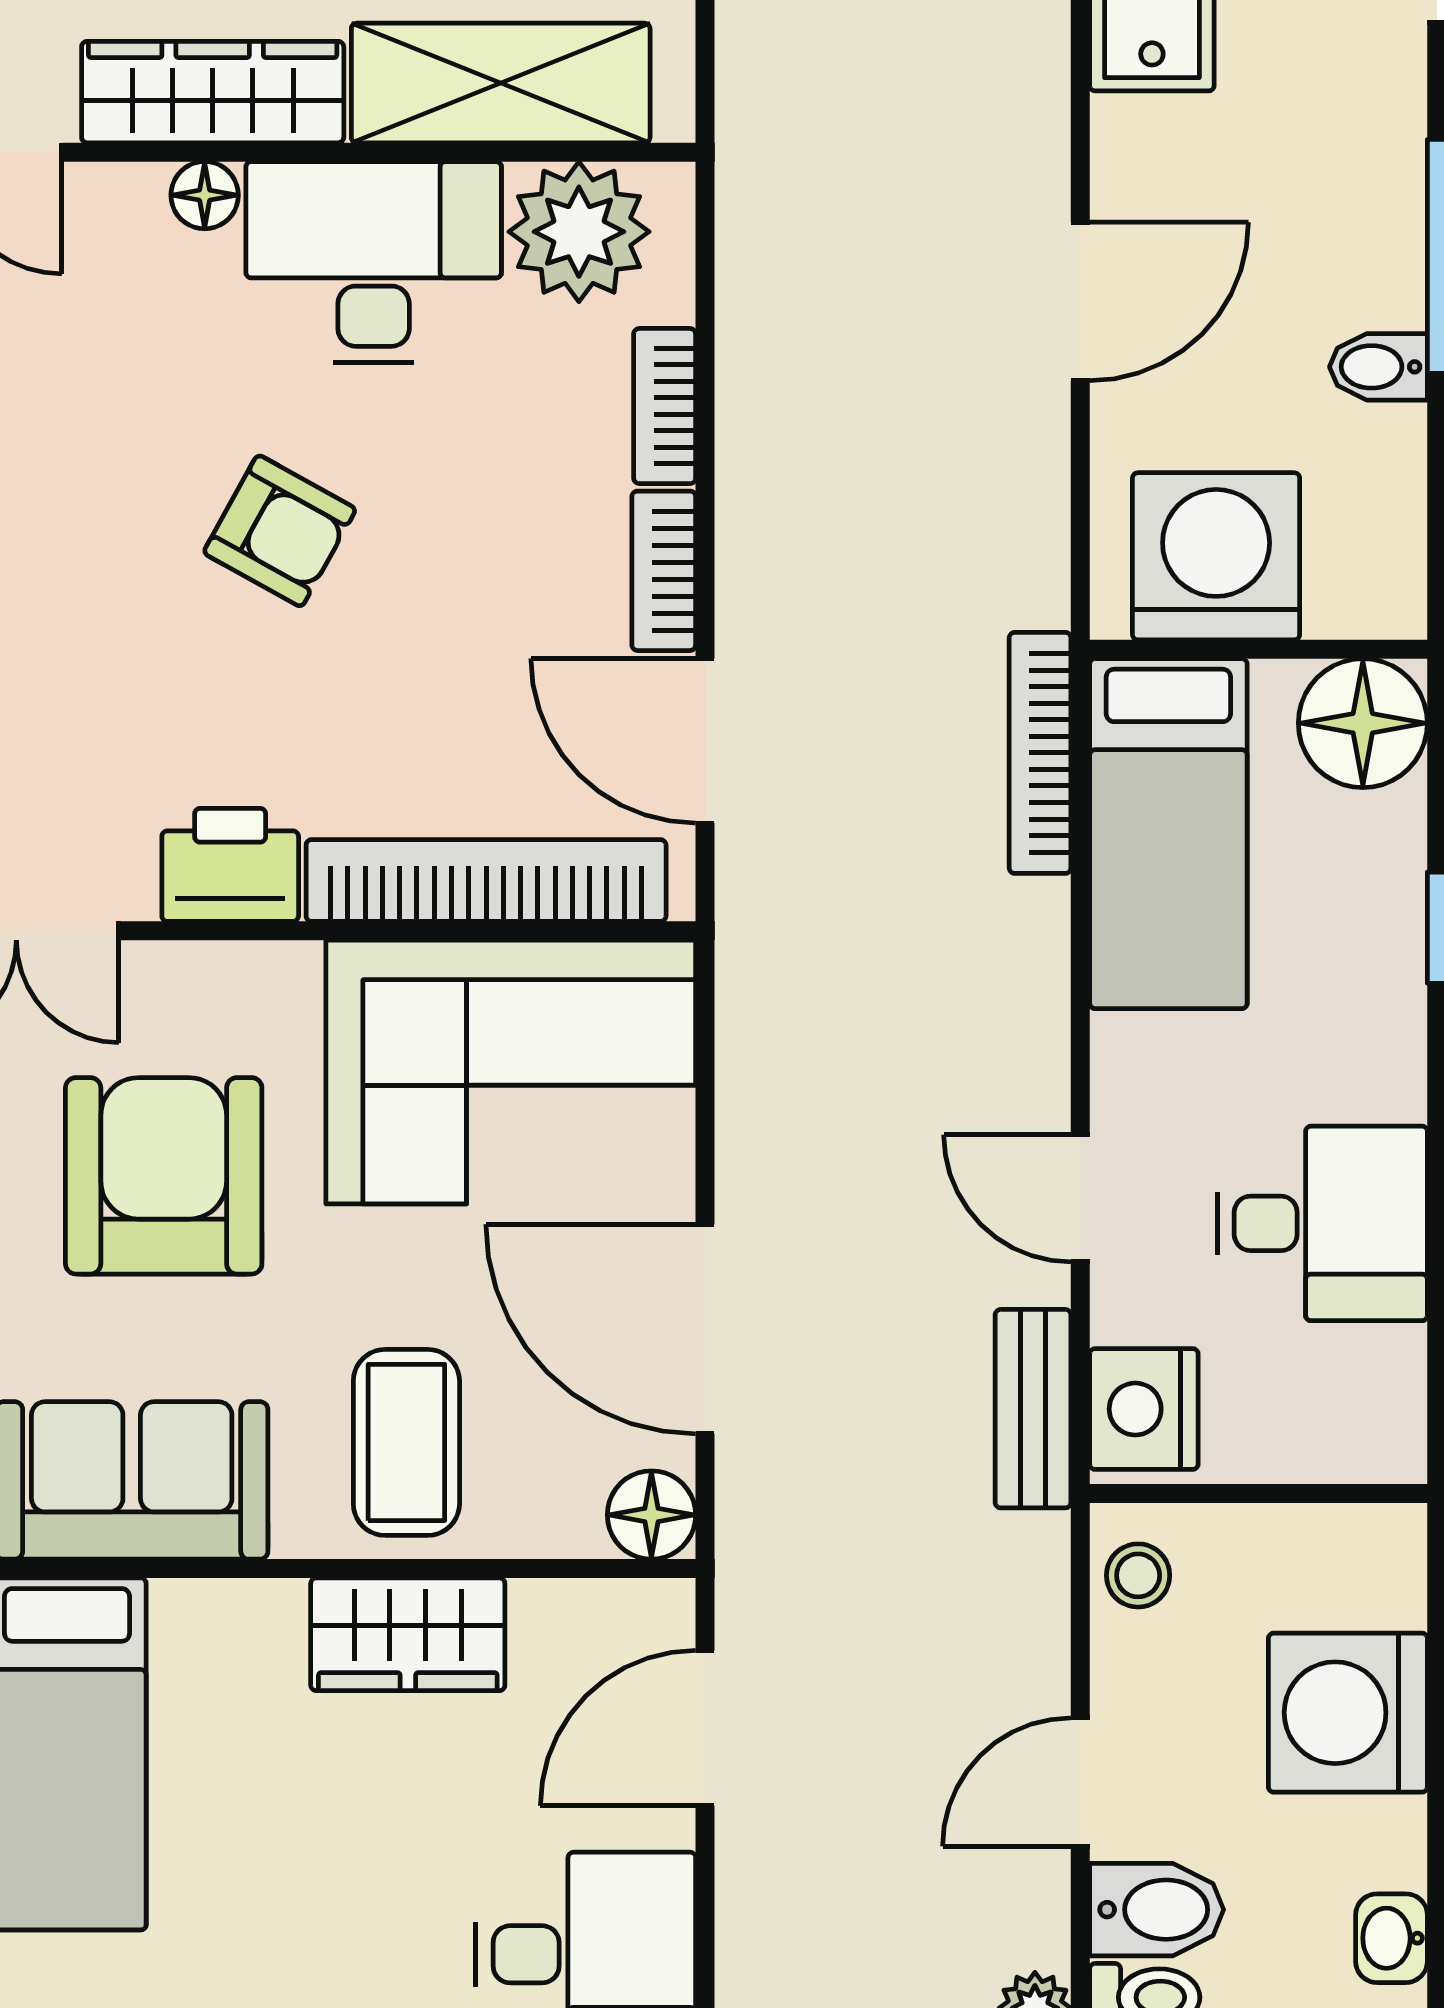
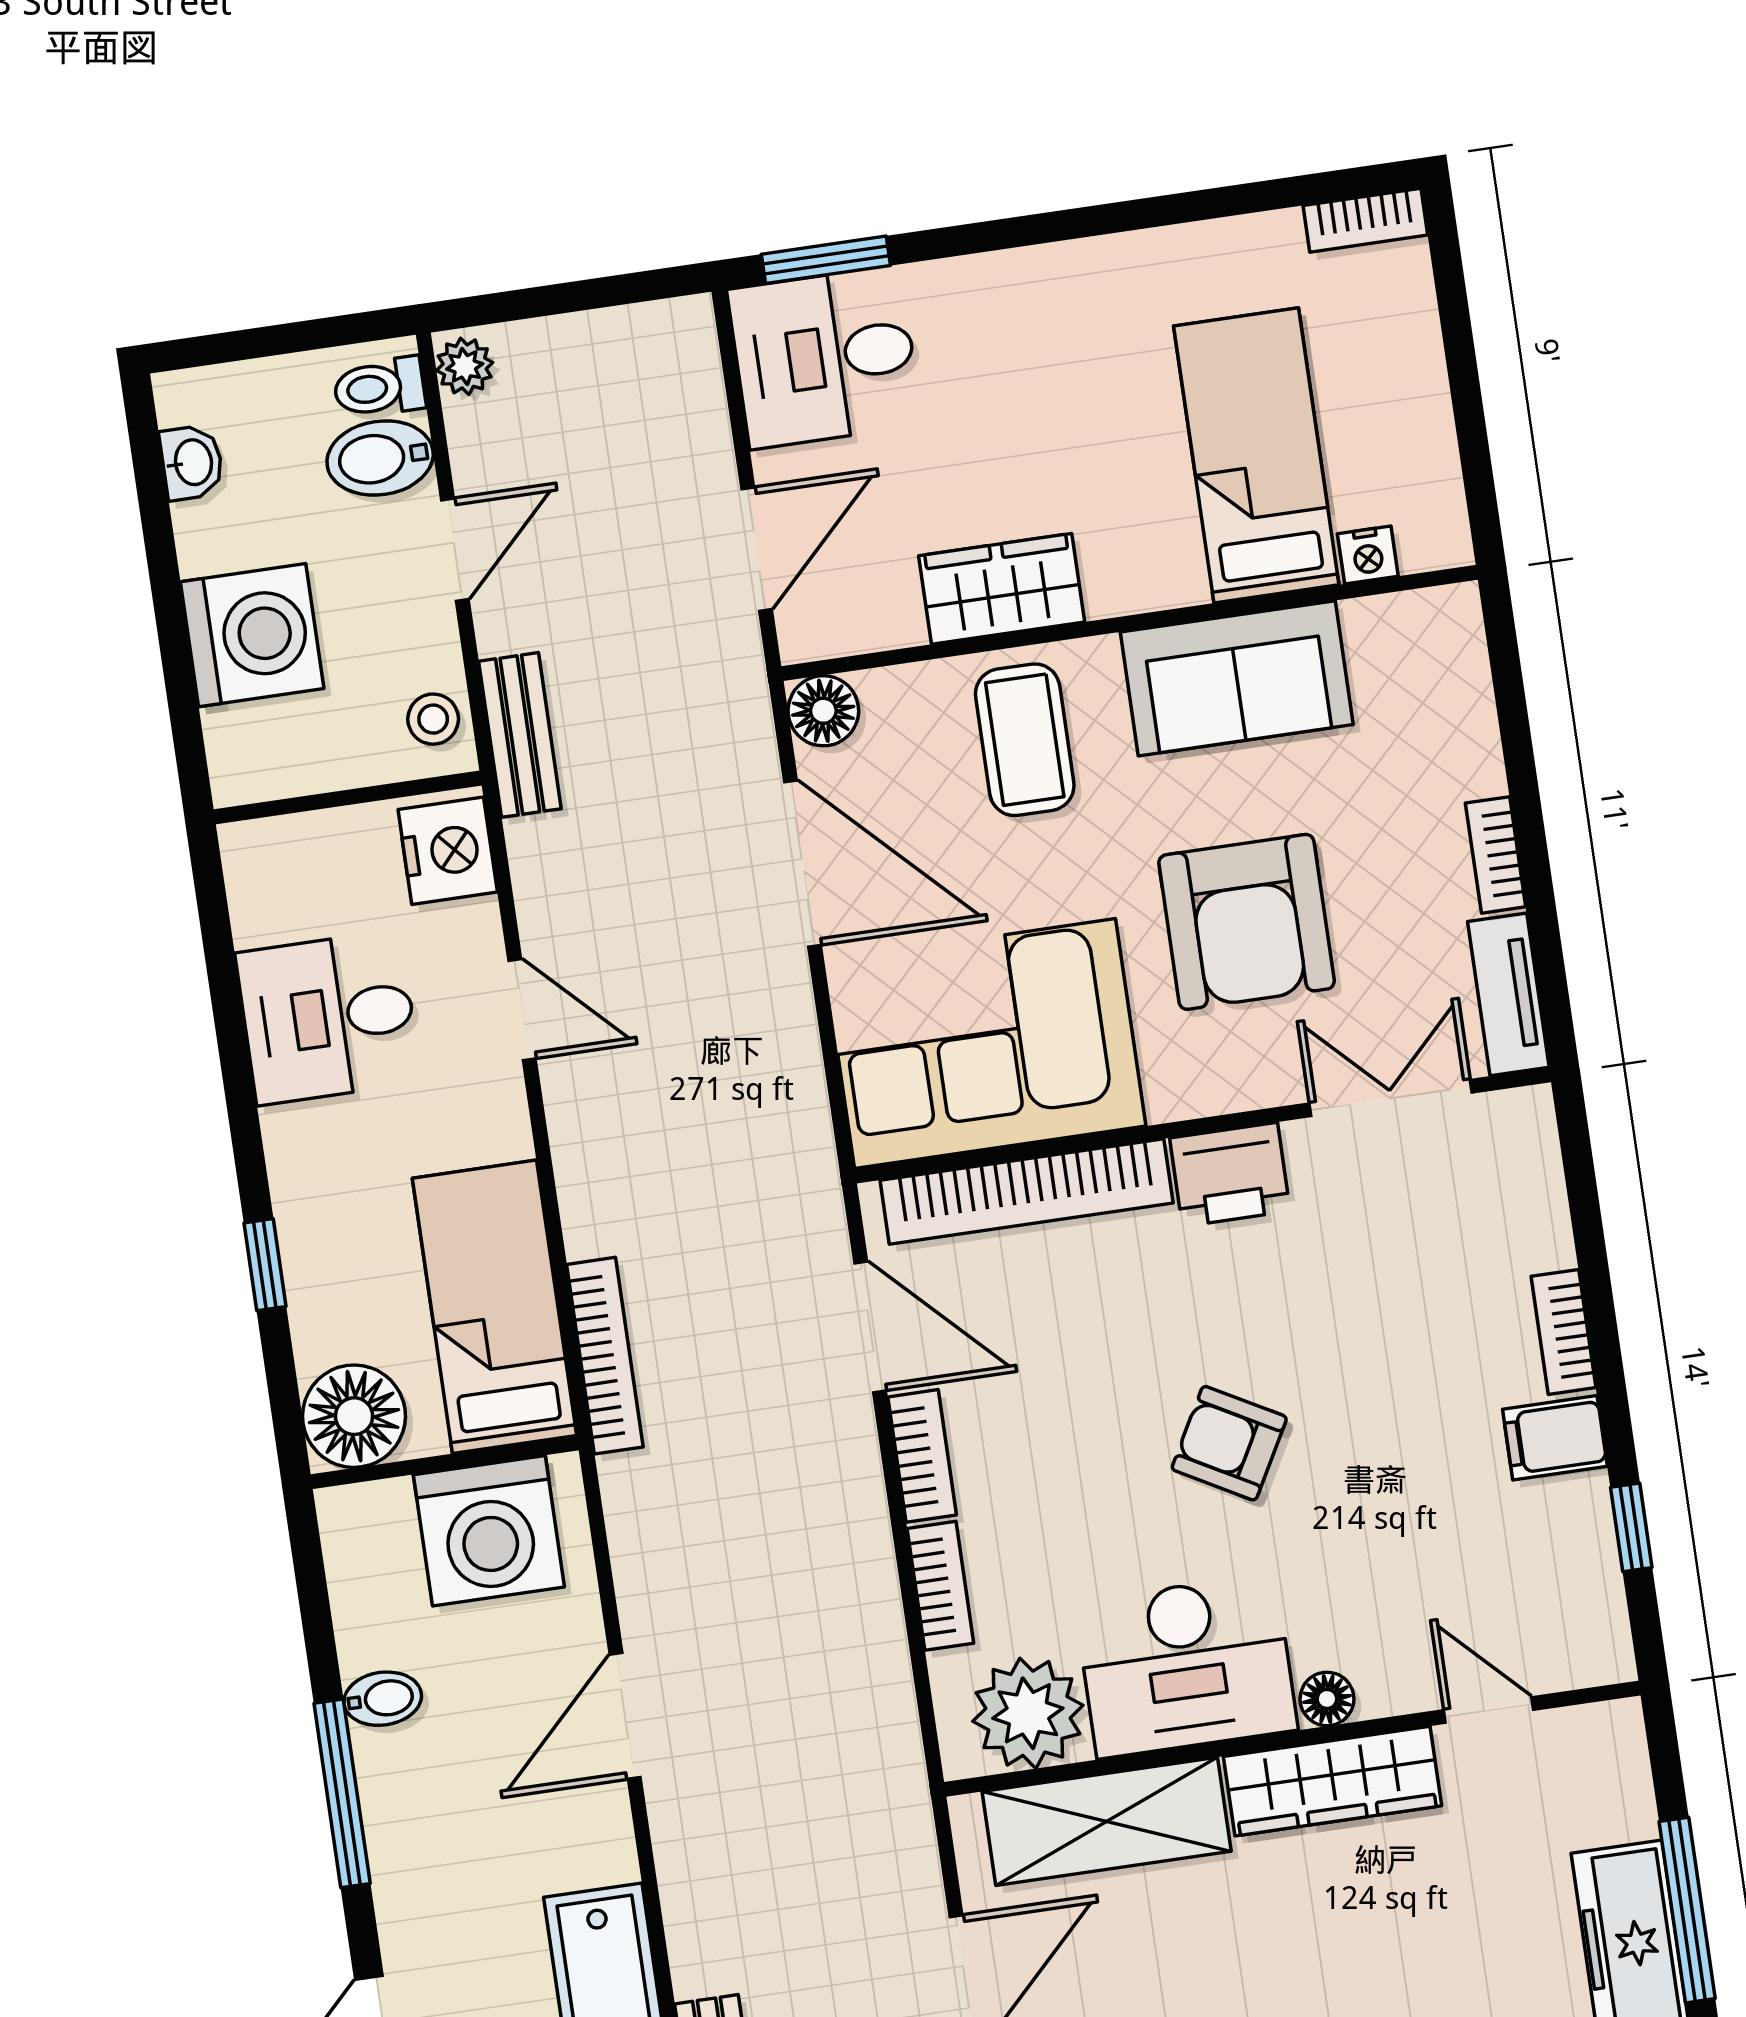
bench: (1033, 1409) -> (520, 735), moved

